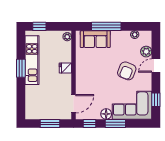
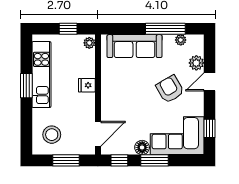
window: (39, 26) -> (68, 29), moved
window: (106, 26) -> (165, 29), moved
sofa: (95, 39) -> (135, 46), width x1.36
armchair: (127, 71) -> (170, 89), turned 128
stool: (39, 104) -> (52, 135), added

